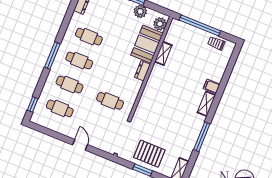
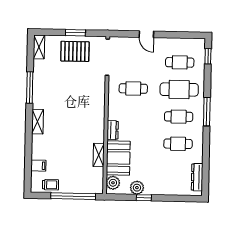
cafe table: (70, 84) -> (179, 89), width x1.37, depth x1.35
filing cabinet: (212, 86) -> (38, 166), moved

